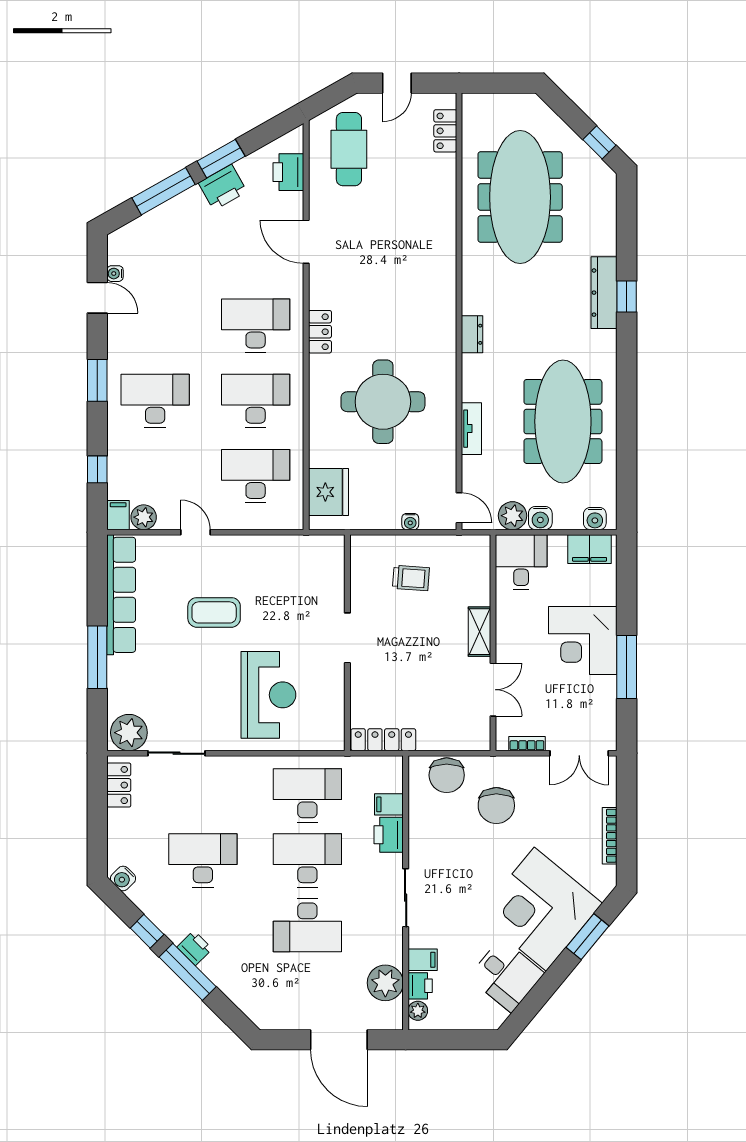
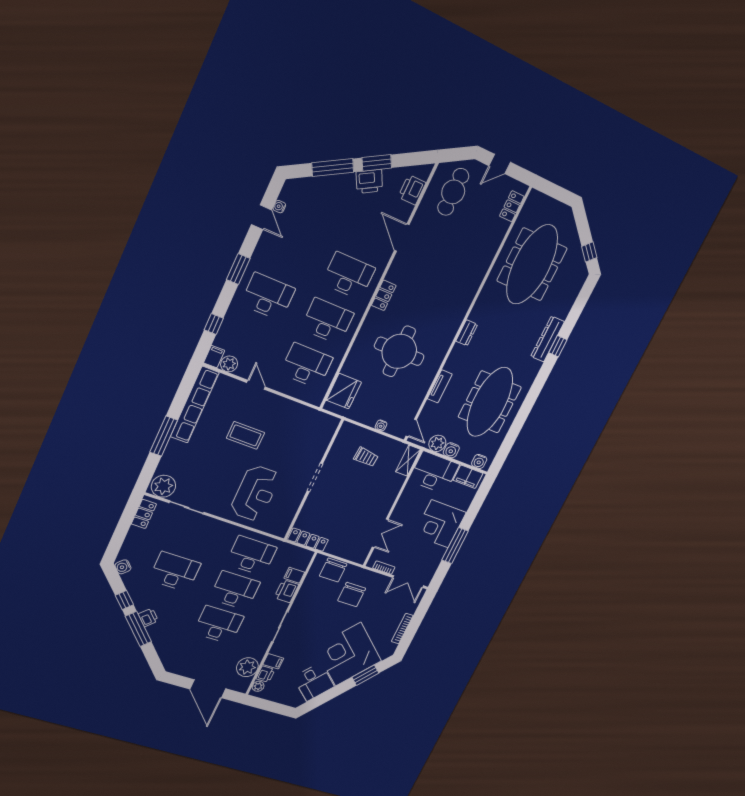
desk: (521, 562) -> (434, 472), width x1.37
shelving: (480, 632) -> (408, 461), moved
desk: (307, 925) -> (219, 625), turned 180

